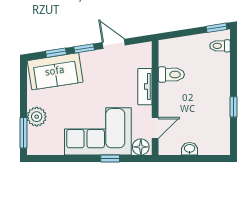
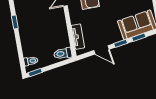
toilet: (171, 75) -> (63, 54), moved
tv unit: (145, 87) -> (78, 37), moved

